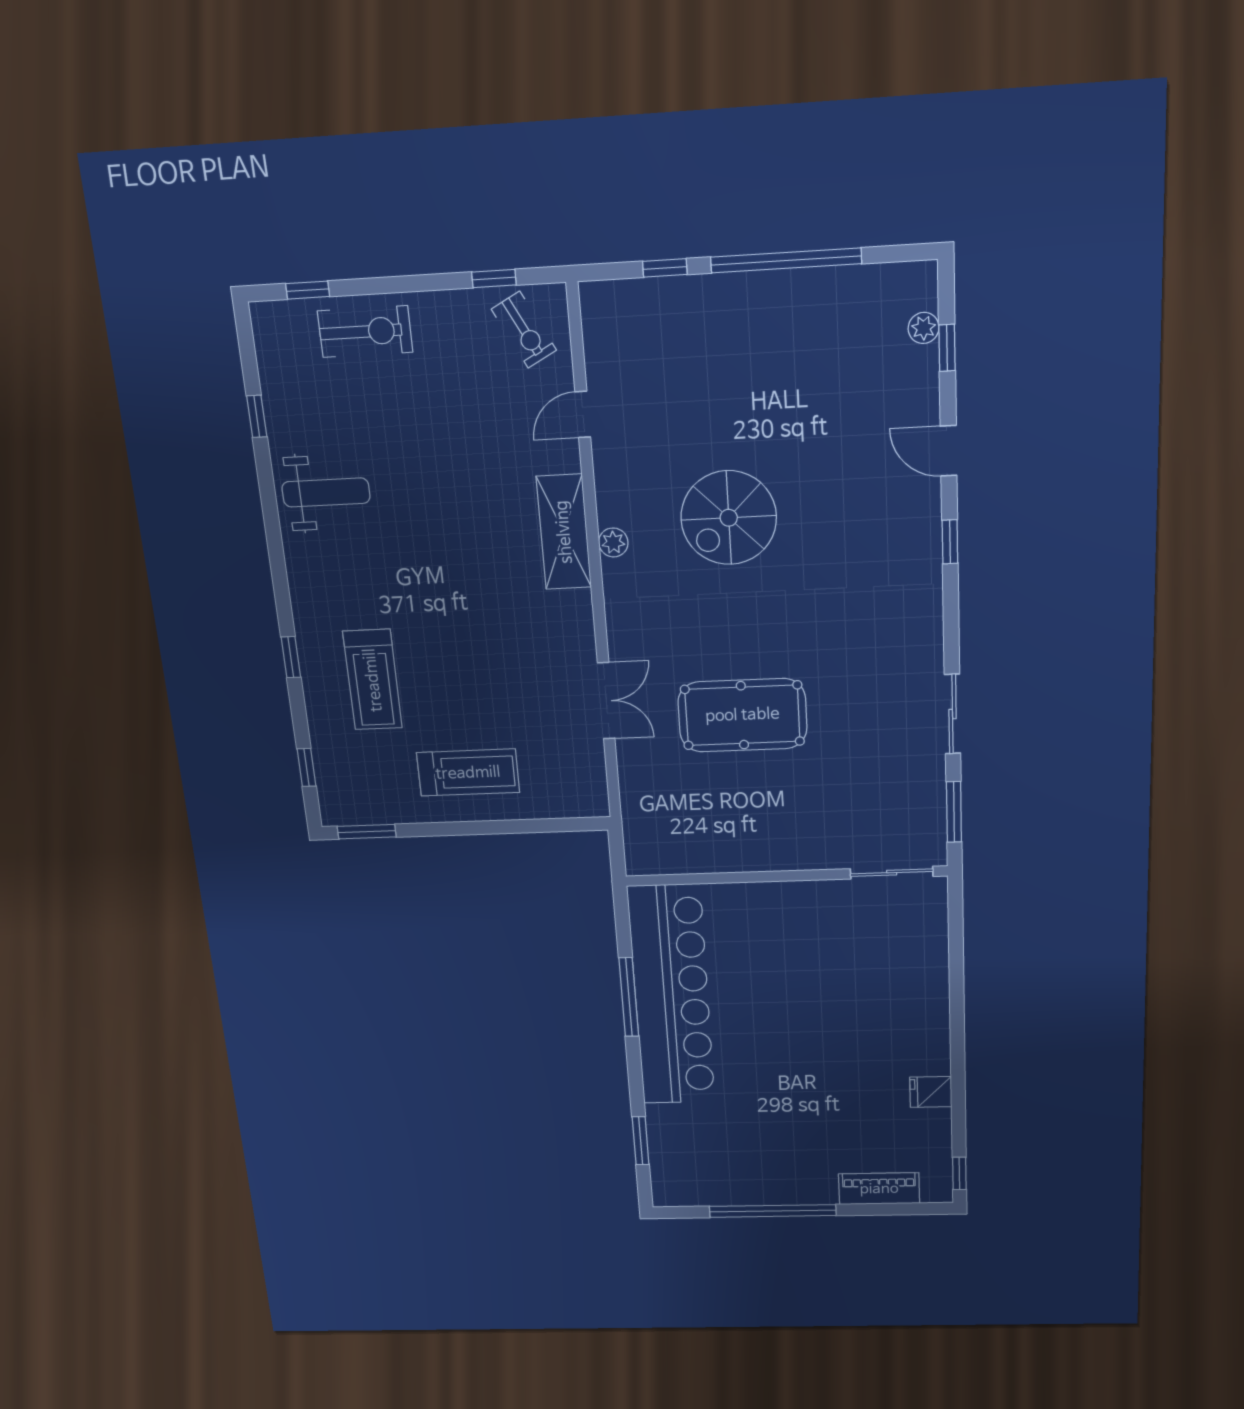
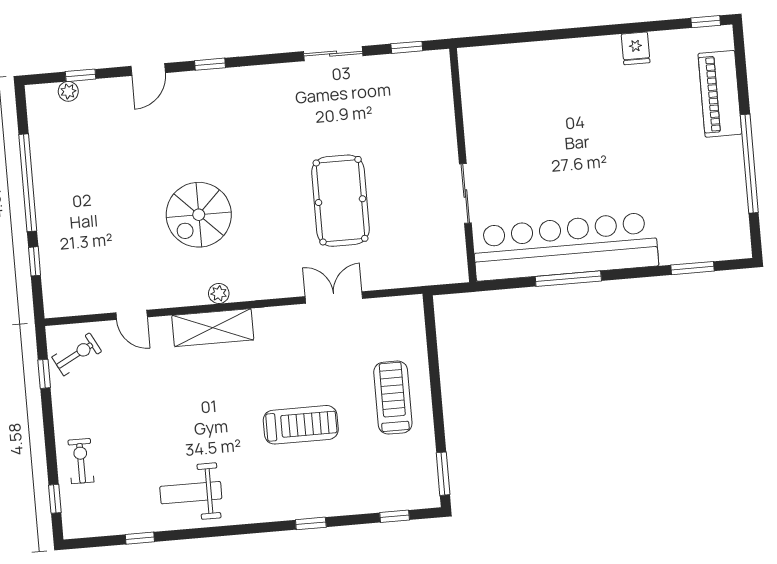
exercise bike: (365, 332) -> (81, 461), width x0.73, depth x0.72
weight bench: (326, 492) -> (191, 493), turned -90
spiral stairs: (729, 518) -> (199, 215), turned 90
treadmill: (373, 680) -> (301, 425), moved
window: (954, 812) -> (407, 47), width x0.67
sliding door: (892, 873) -> (465, 193), moved
piano: (879, 1189) -> (720, 94), width x1.37, depth x1.33

